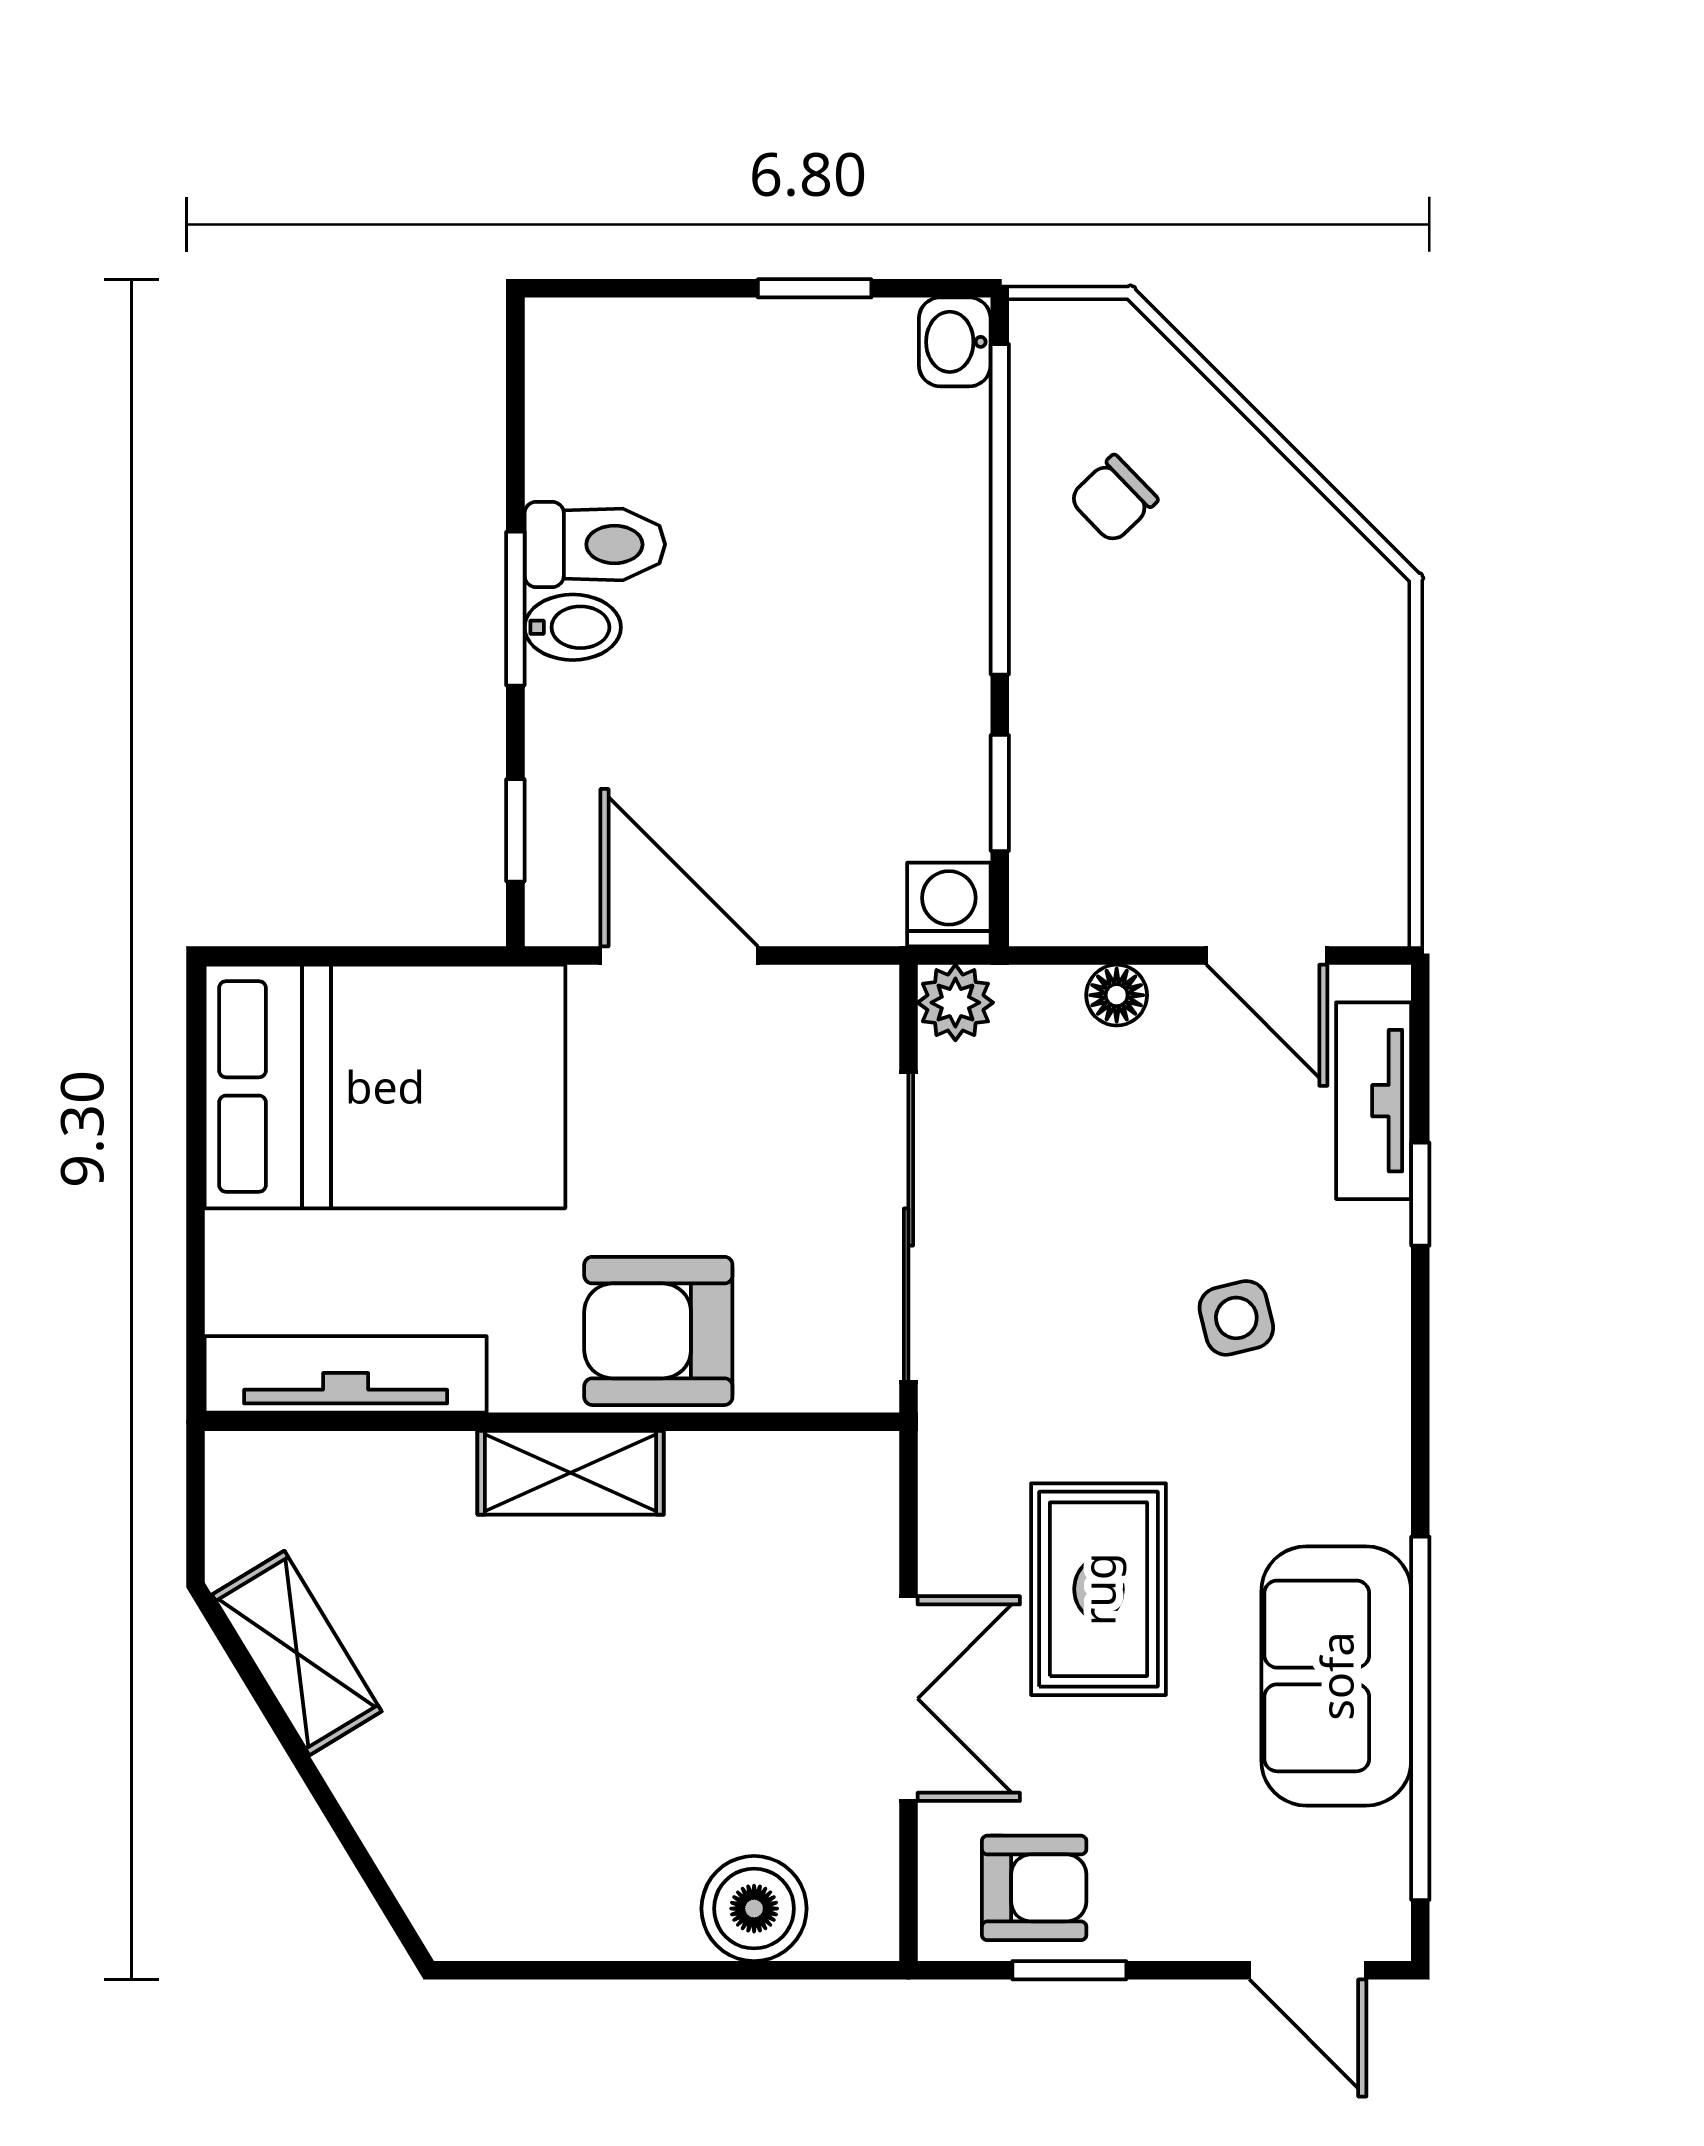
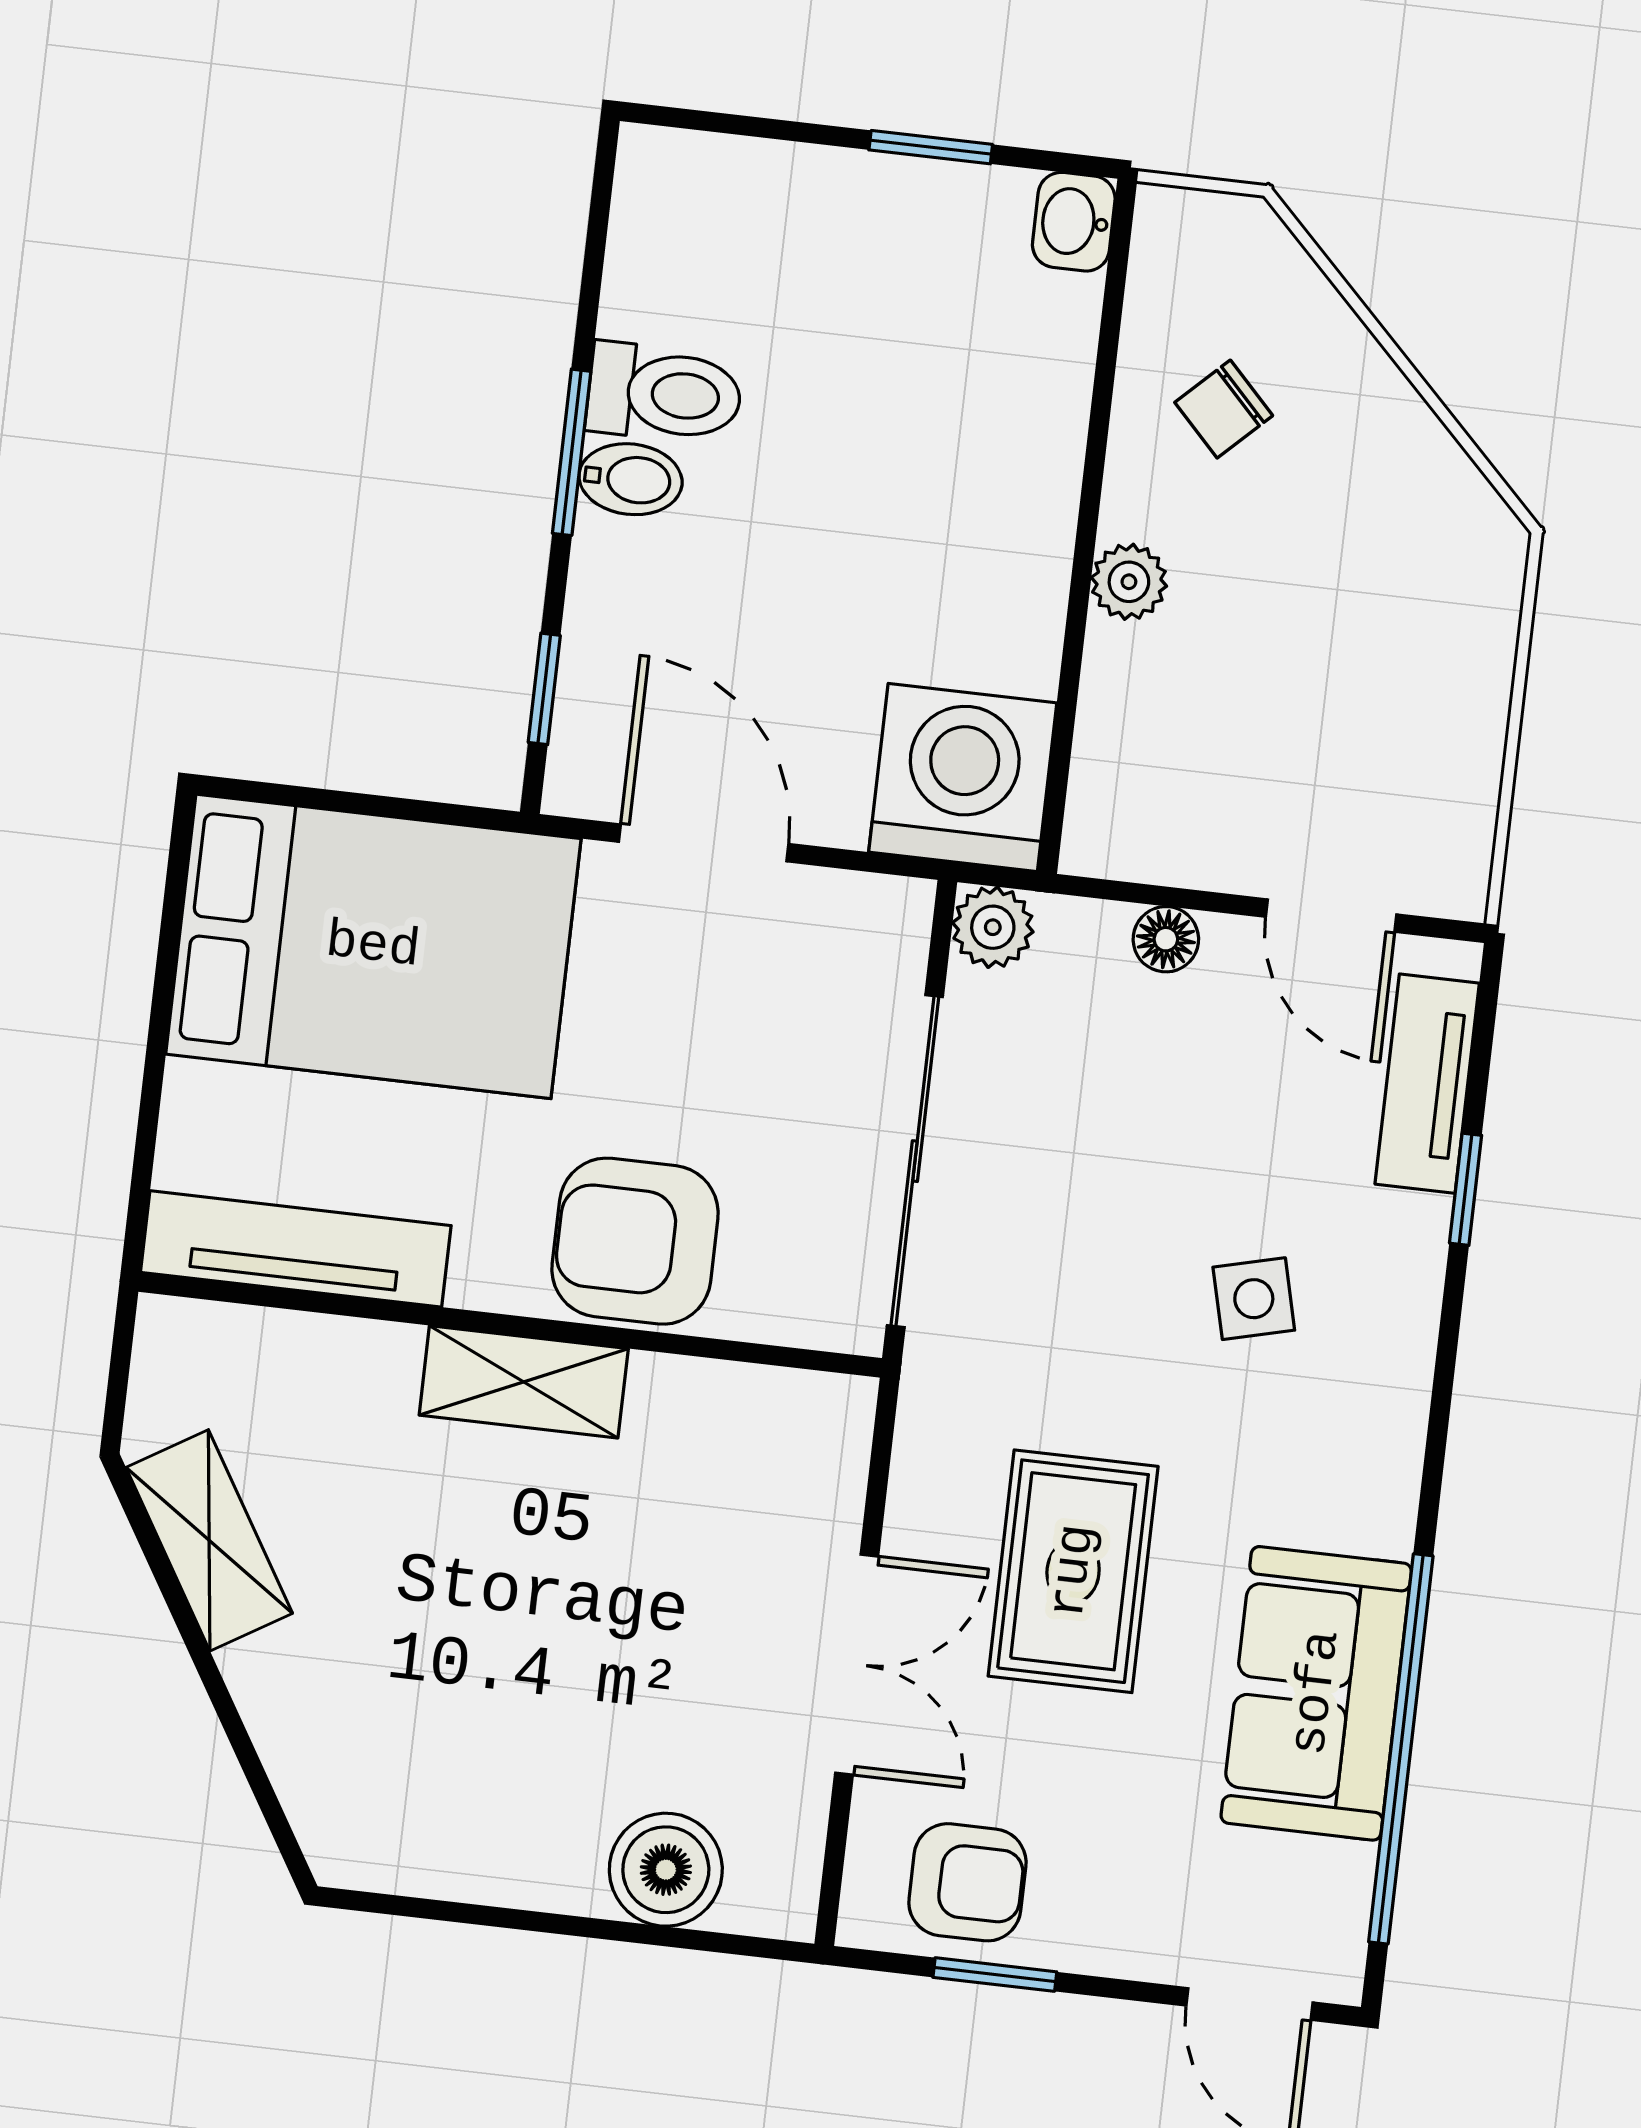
window: (1000, 509) -> (1101, 406), removed
plant: (1044, 669) -> (1129, 582), added
window: (1000, 793) -> (1066, 709), removed
washing machine: (949, 905) -> (963, 777), width x1.89, depth x1.89

